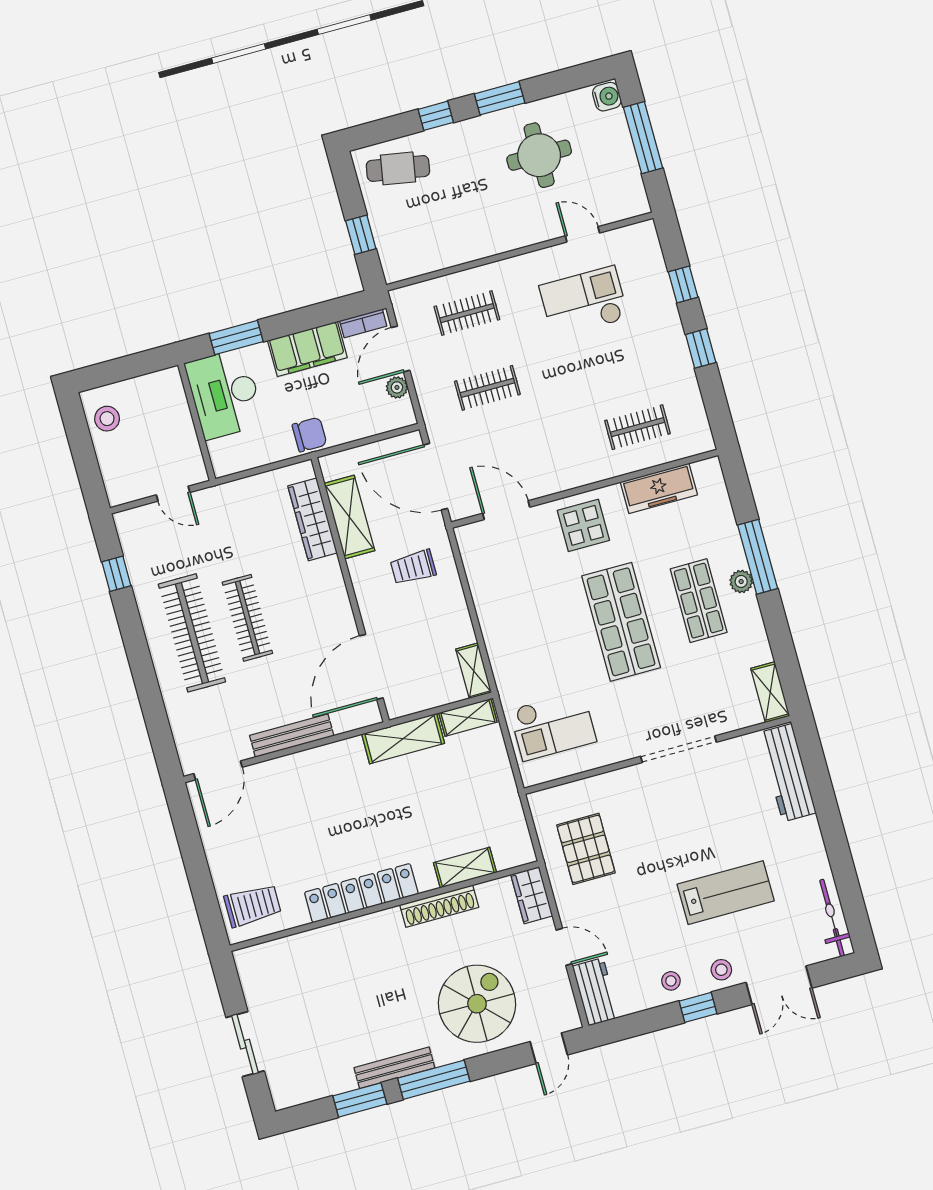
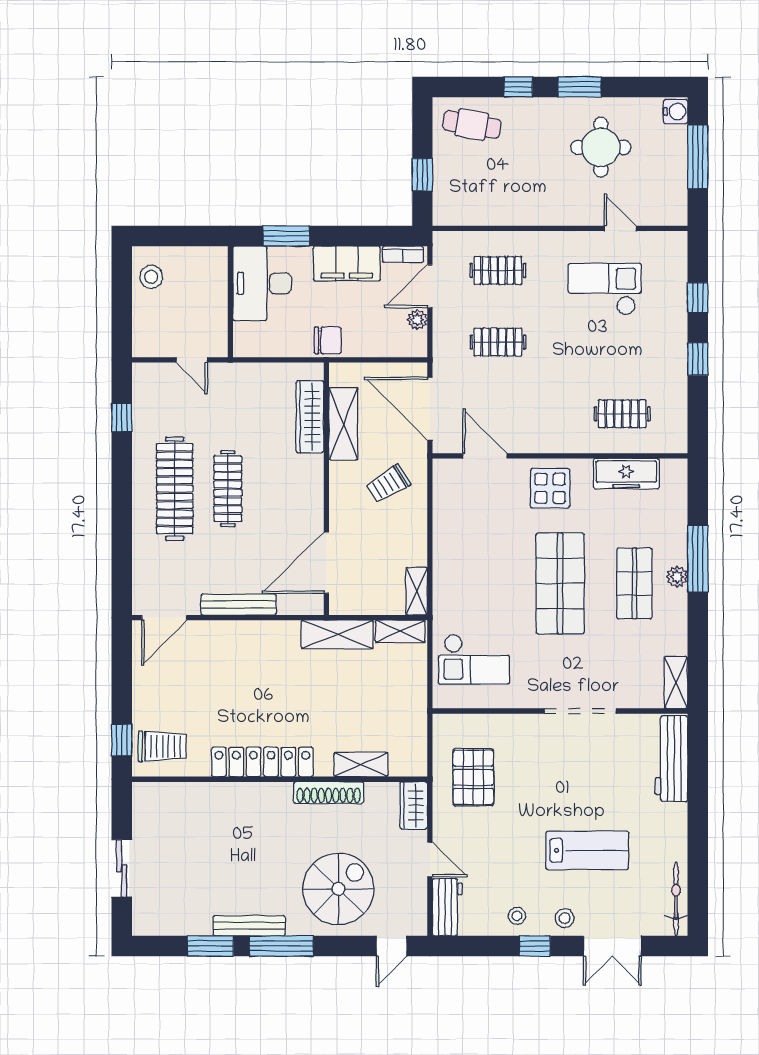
trolley: (413, 567) -> (388, 484), turned -31
window: (208, 910) -> (122, 740), added

